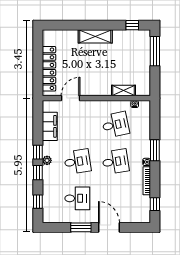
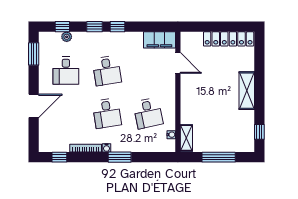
window: (155, 51) -> (219, 157), moved
locker: (49, 69) -> (229, 39), moved
shelving: (124, 90) -> (186, 138), moved
filing cabinet: (50, 126) -> (159, 40), moved
plant: (47, 160) -> (67, 37), moved
window: (81, 227) -> (34, 54), moved

